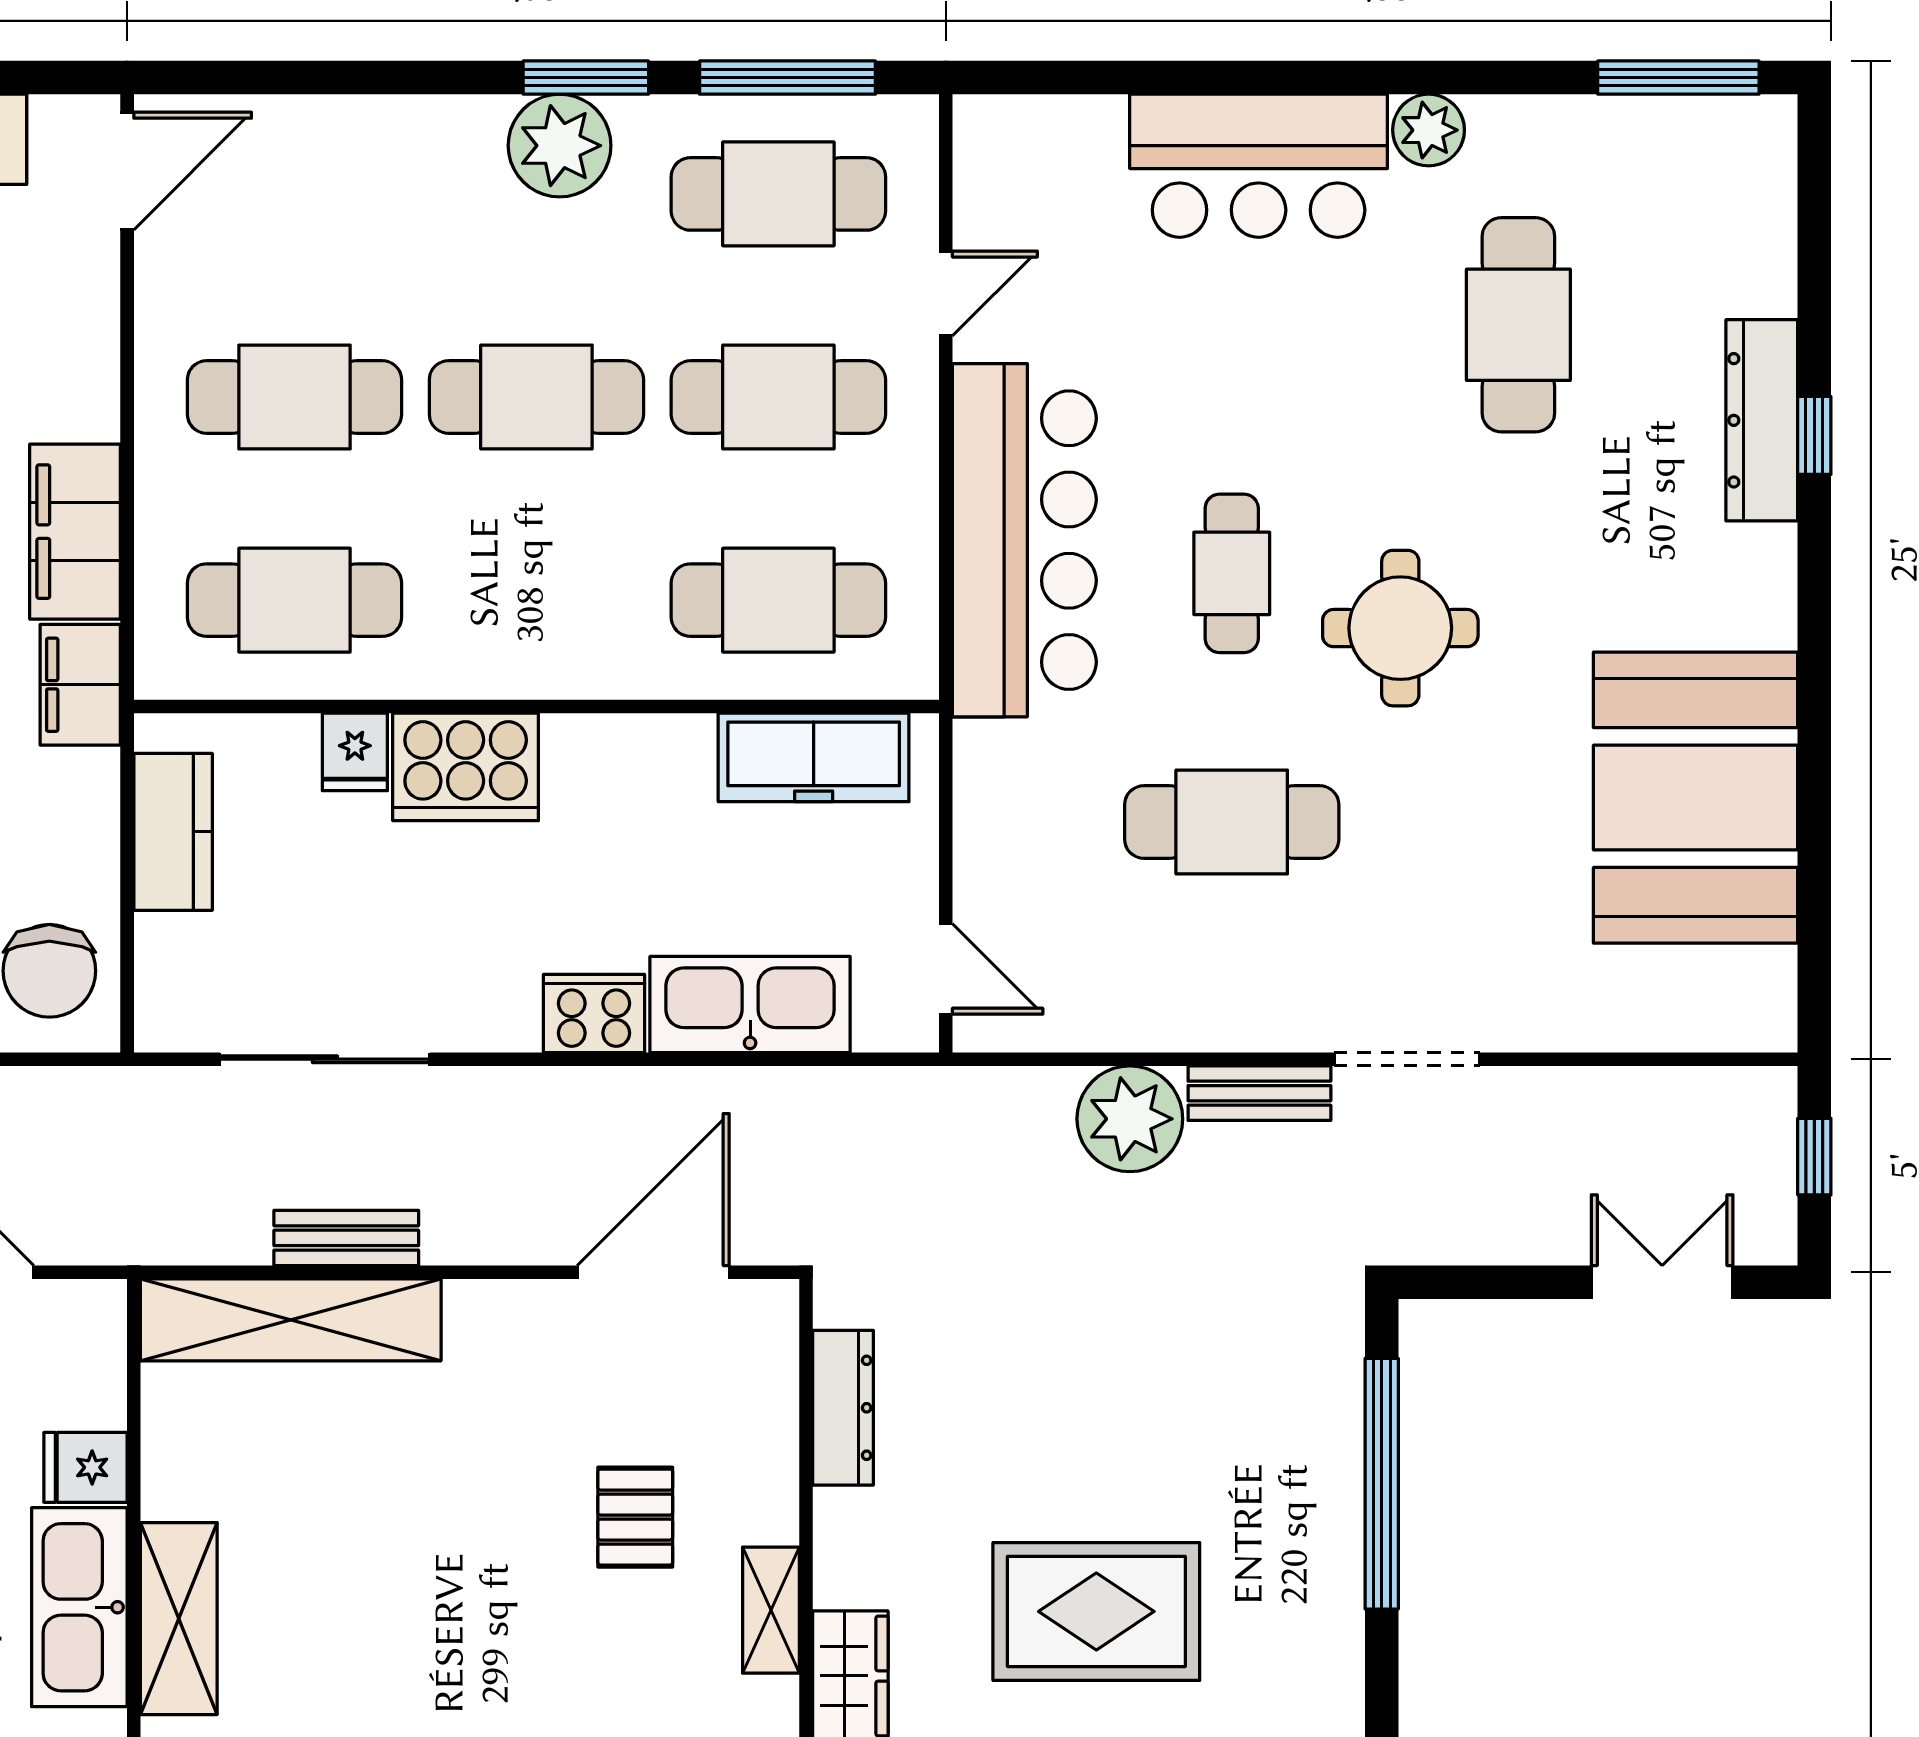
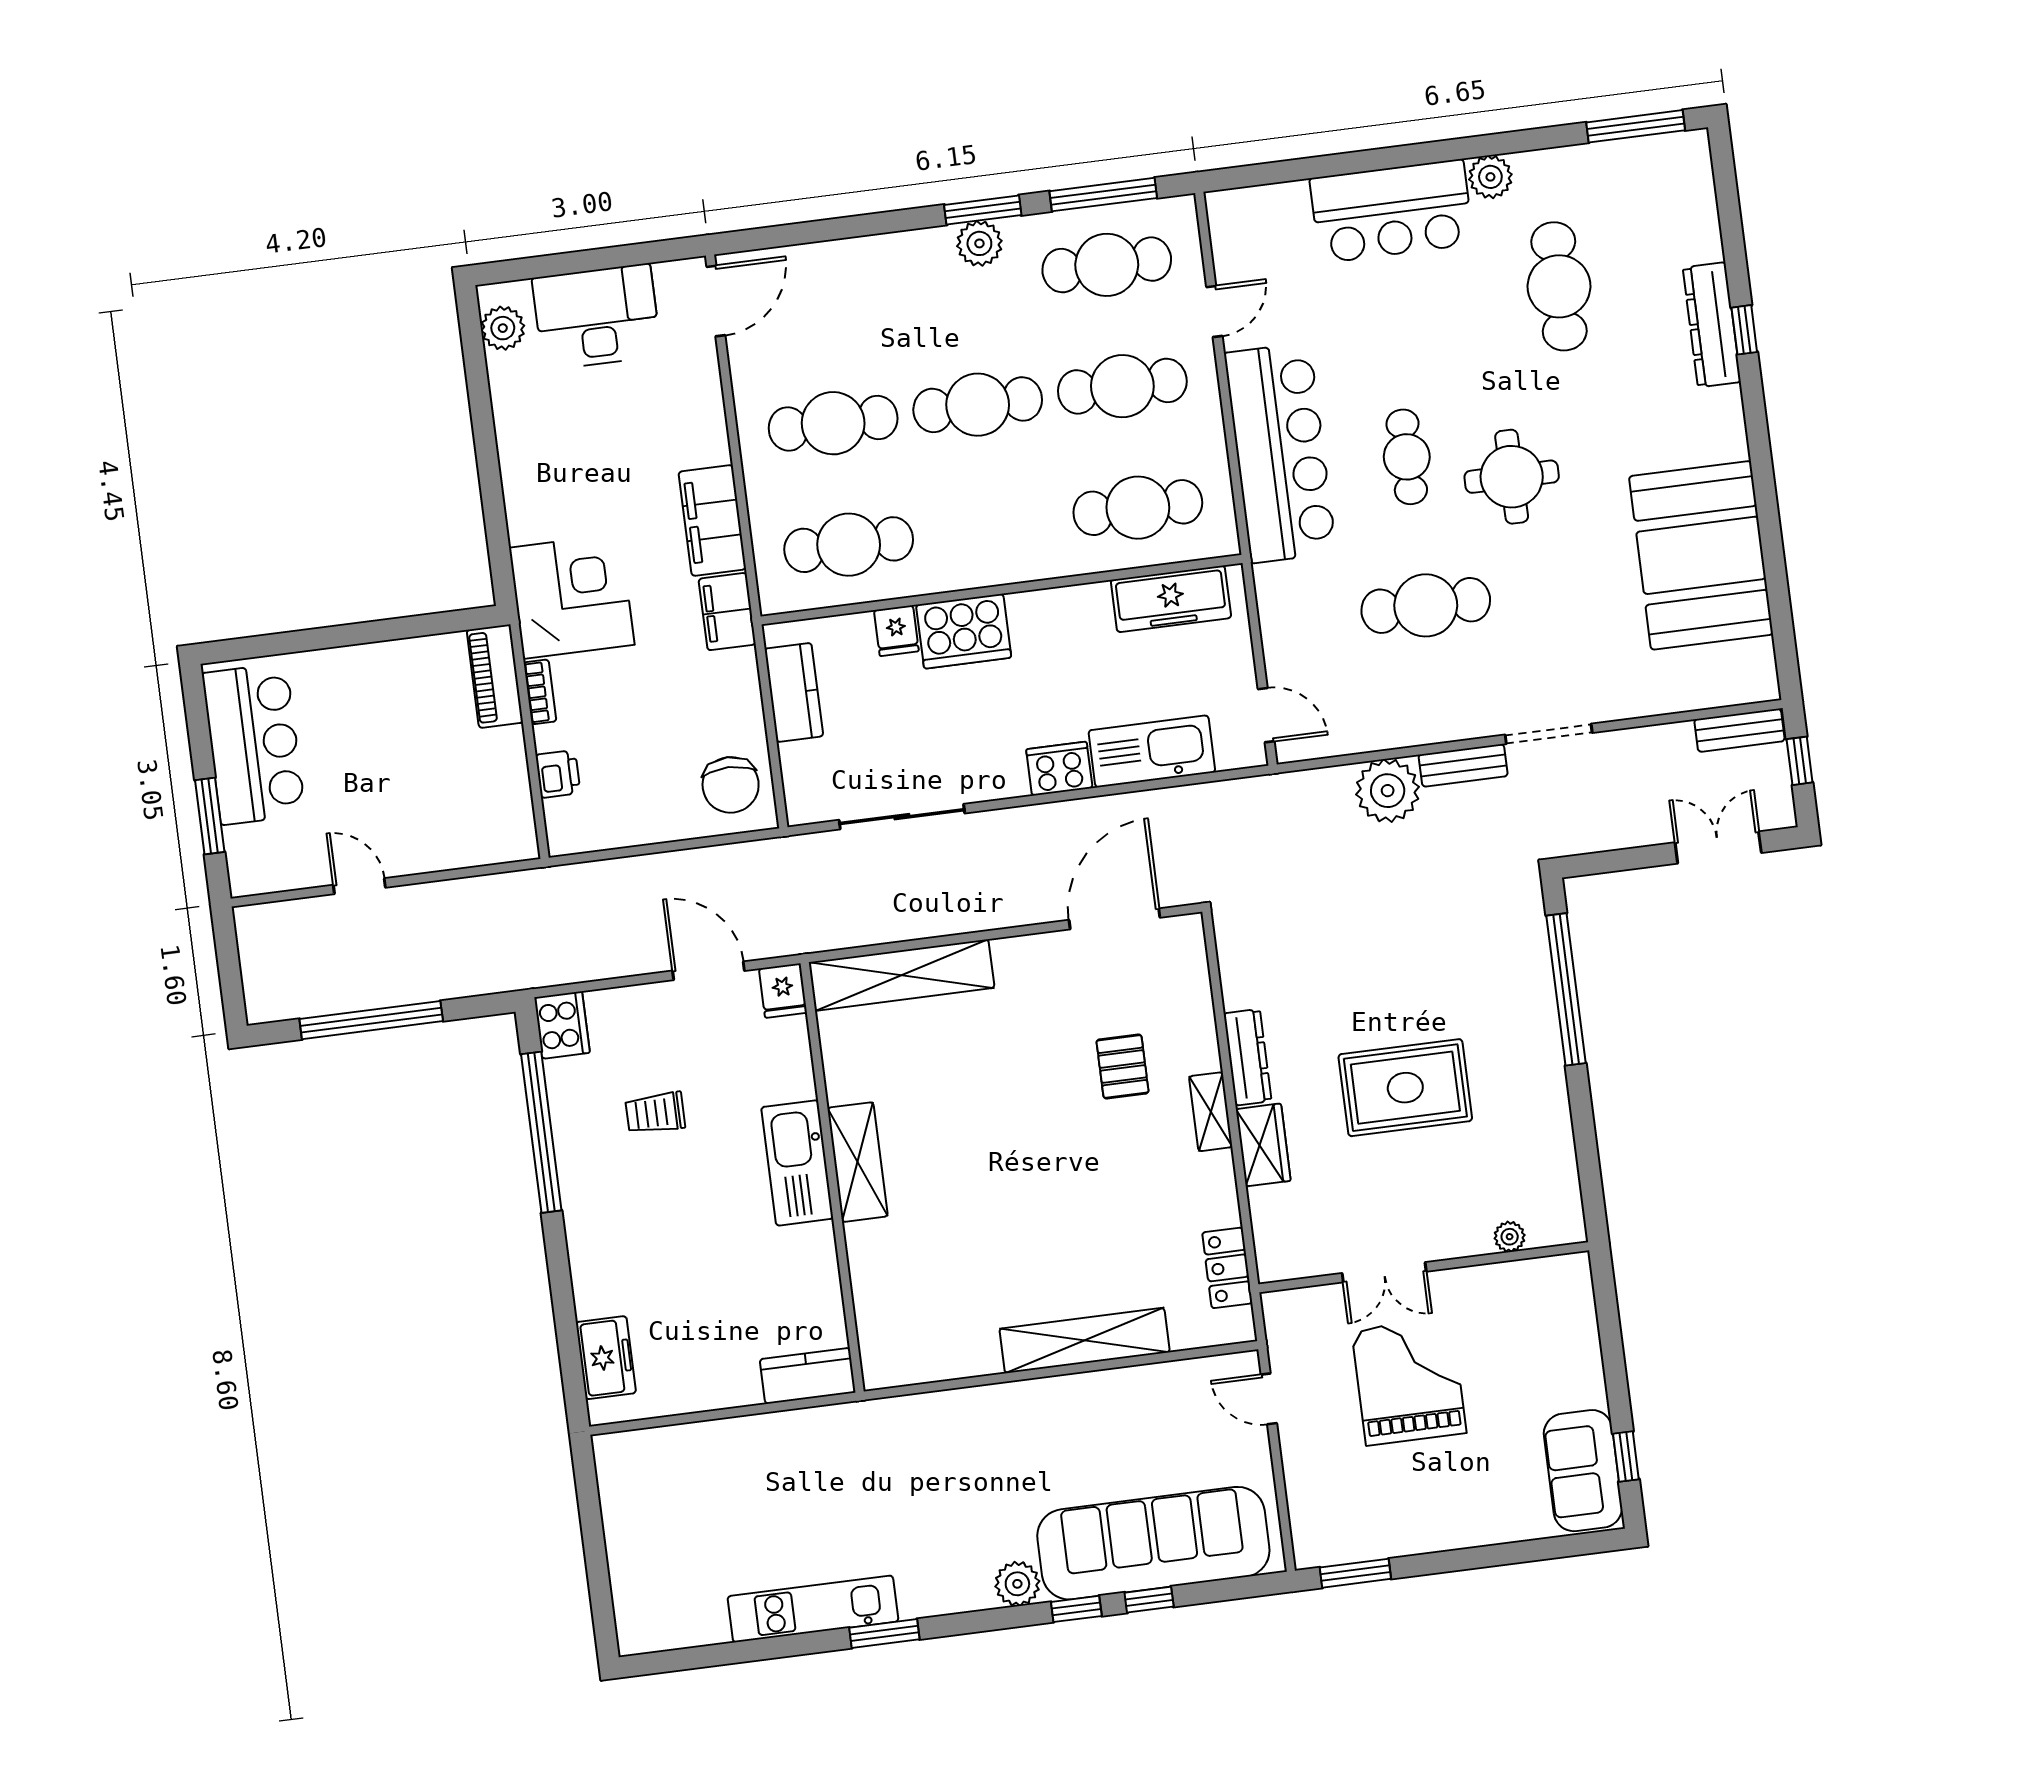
plant: (560, 146) -> (979, 243), width x0.73, depth x0.73
bench: (346, 1238) -> (1739, 730), moved
dresser: (843, 1408) -> (1247, 1057), moved
fridge: (85, 1467) -> (783, 991), moved, turned -90

